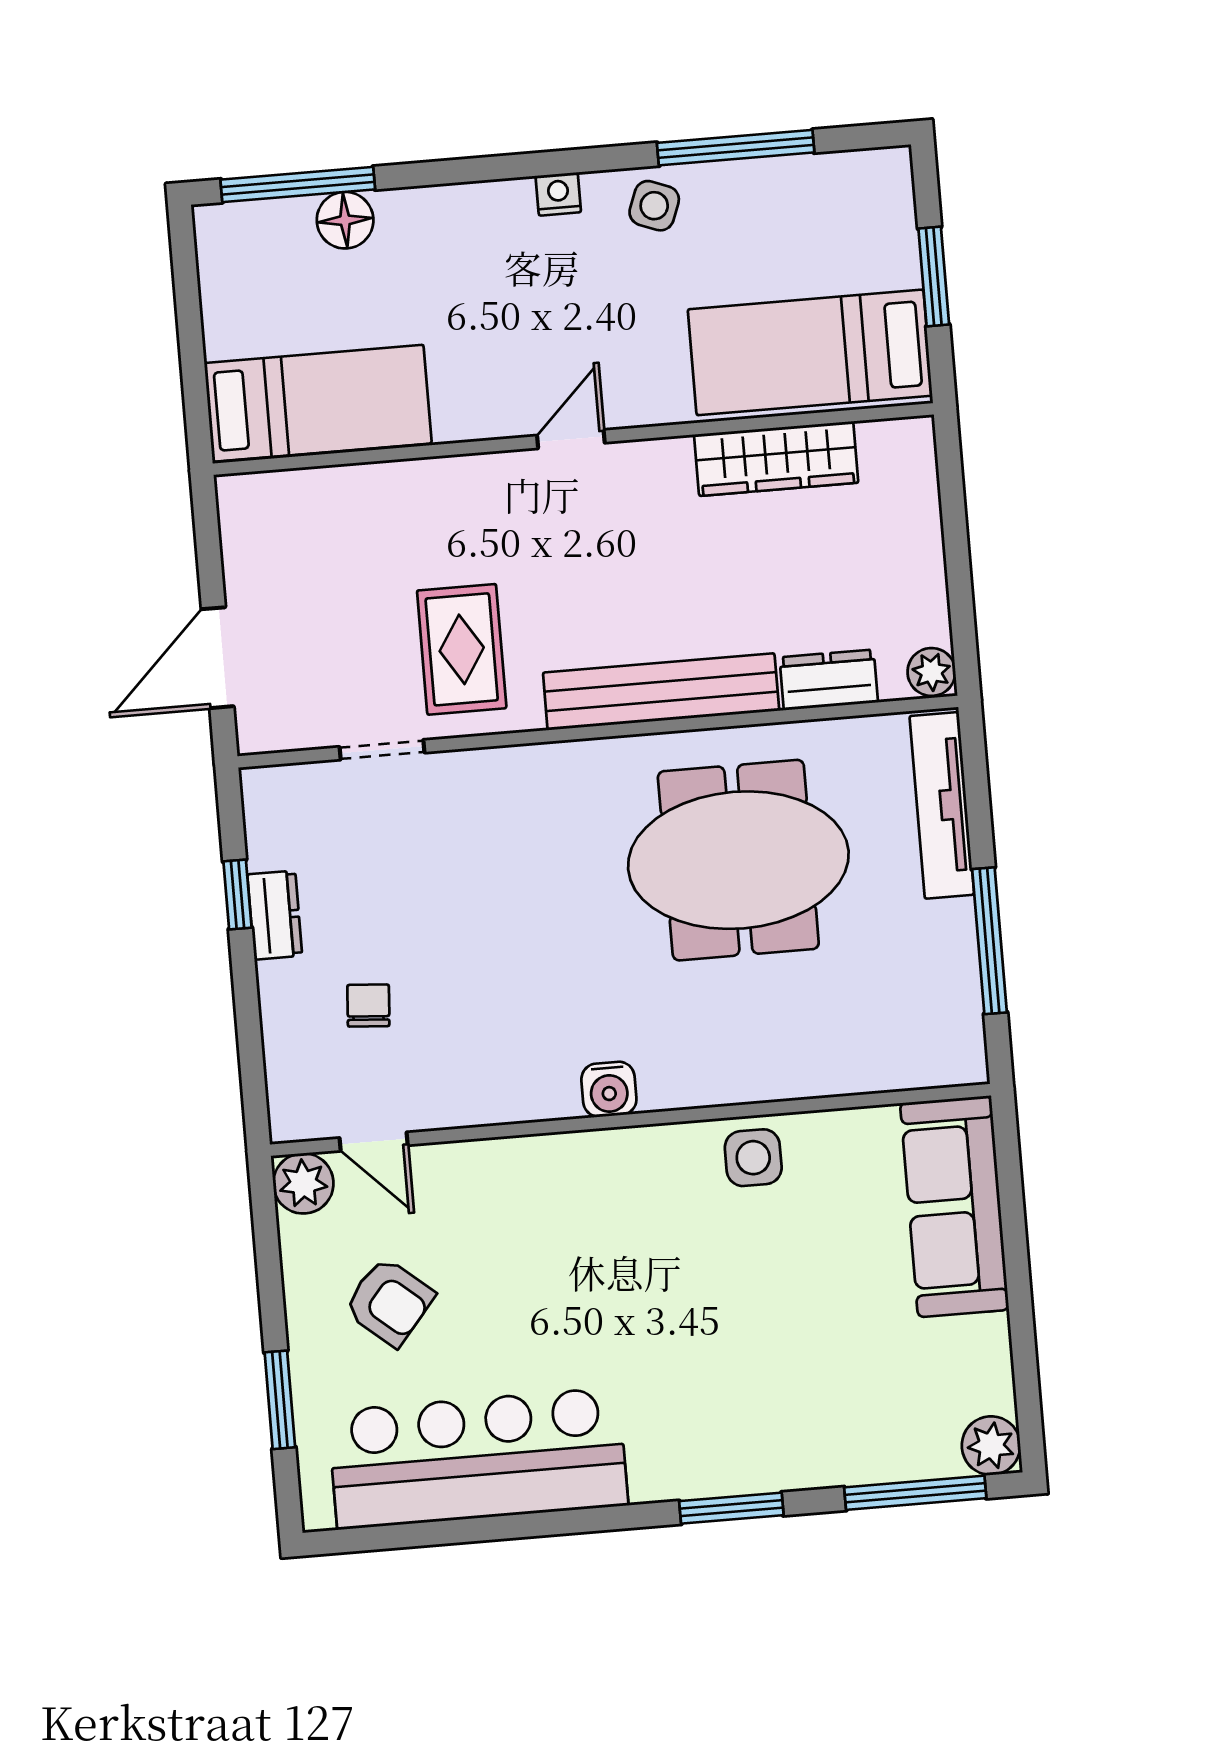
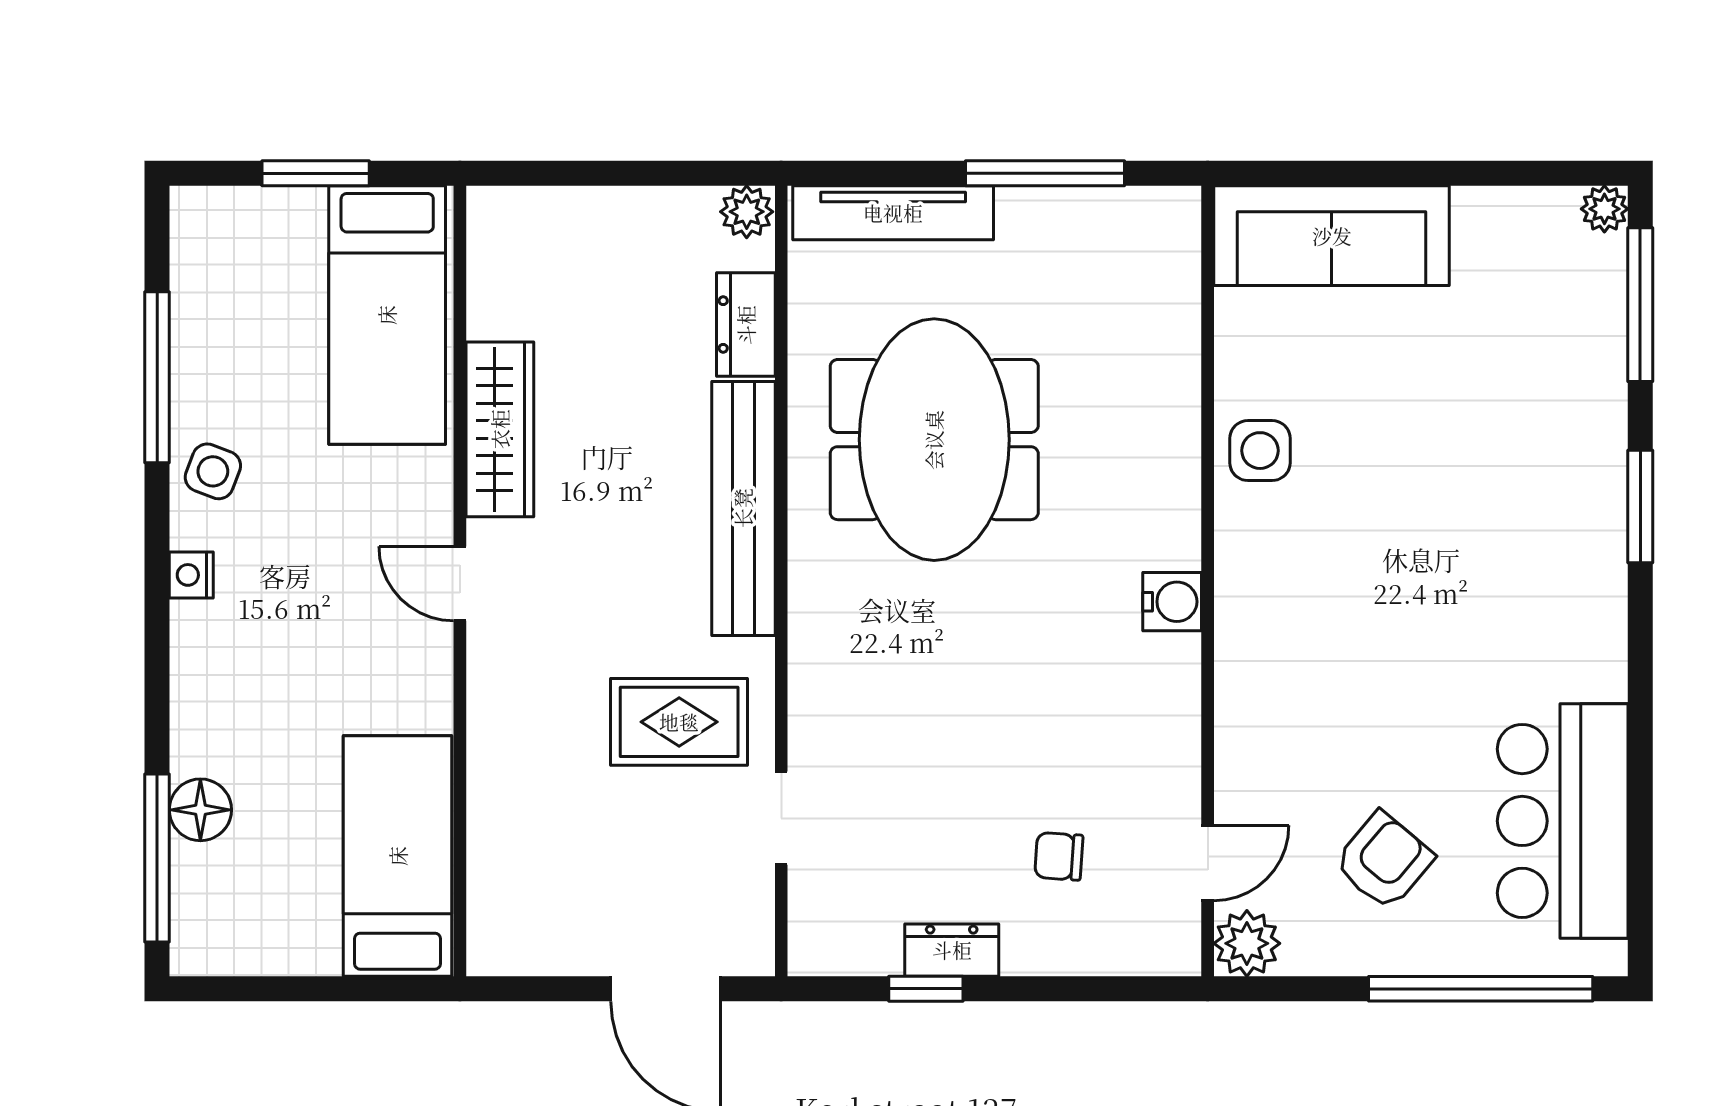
wardrobe: (776, 459) -> (500, 429), moved
window: (280, 1400) -> (1481, 989), width x2.11
plant: (991, 1446) -> (1604, 209), width x0.73, depth x0.73
bar counter: (478, 1458) -> (1563, 821), width x0.73

